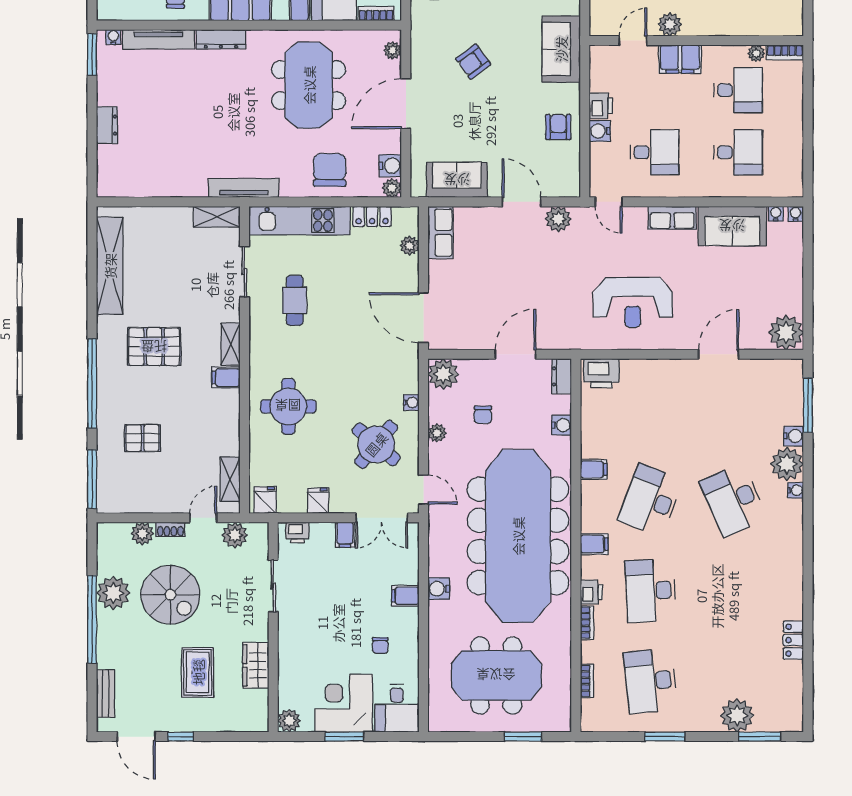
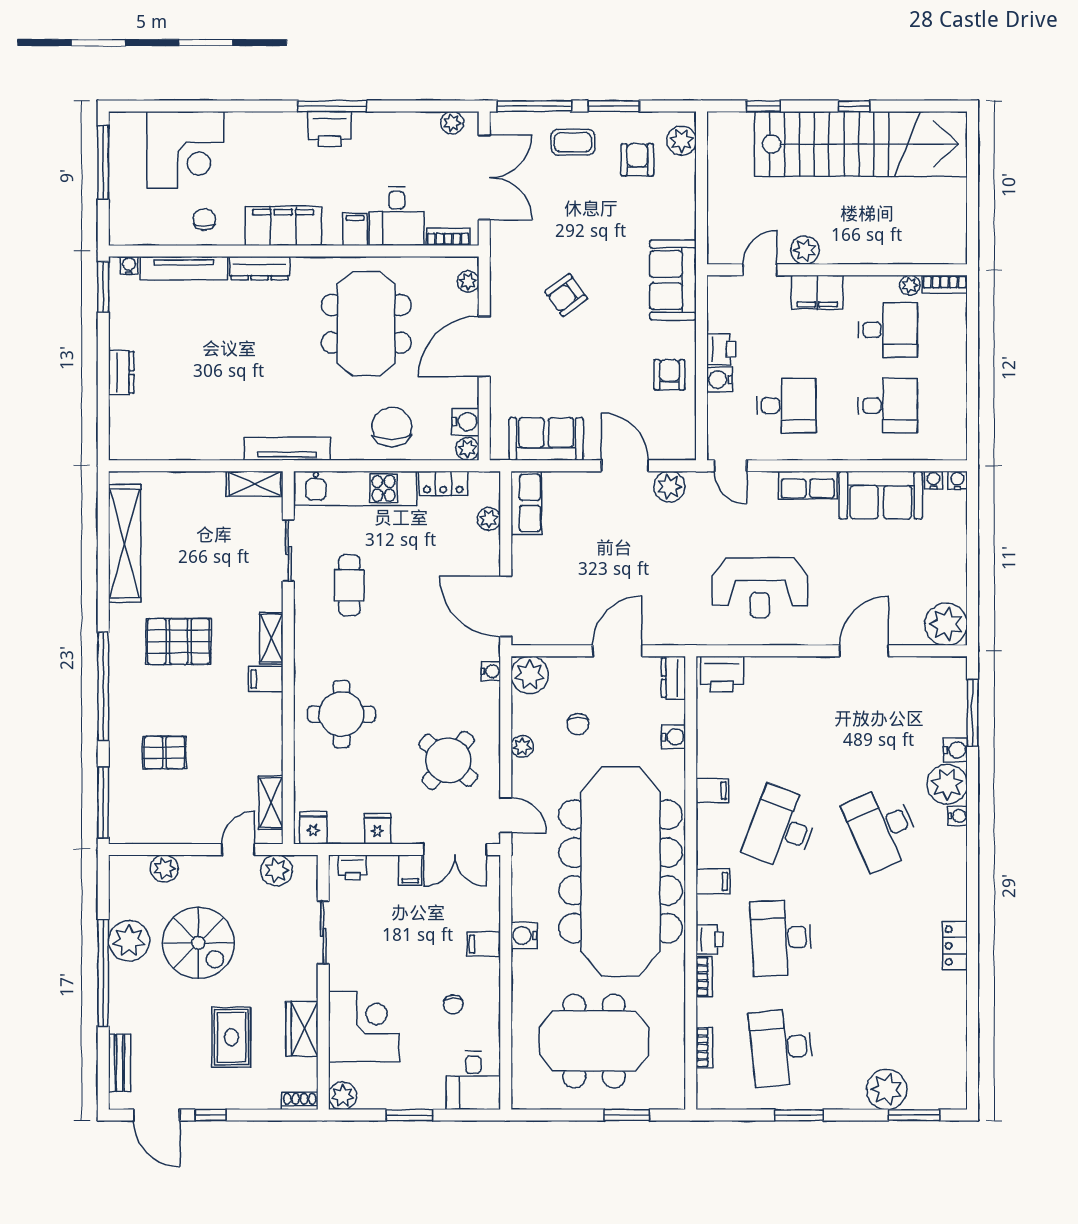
water cooler: (411, 402) -> (491, 671), moved
shoe rack: (170, 529) -> (300, 1101), moved, turned 180
locker: (793, 640) -> (955, 946), moved
corner desk: (344, 703) -> (364, 1027), moved, turned 90

